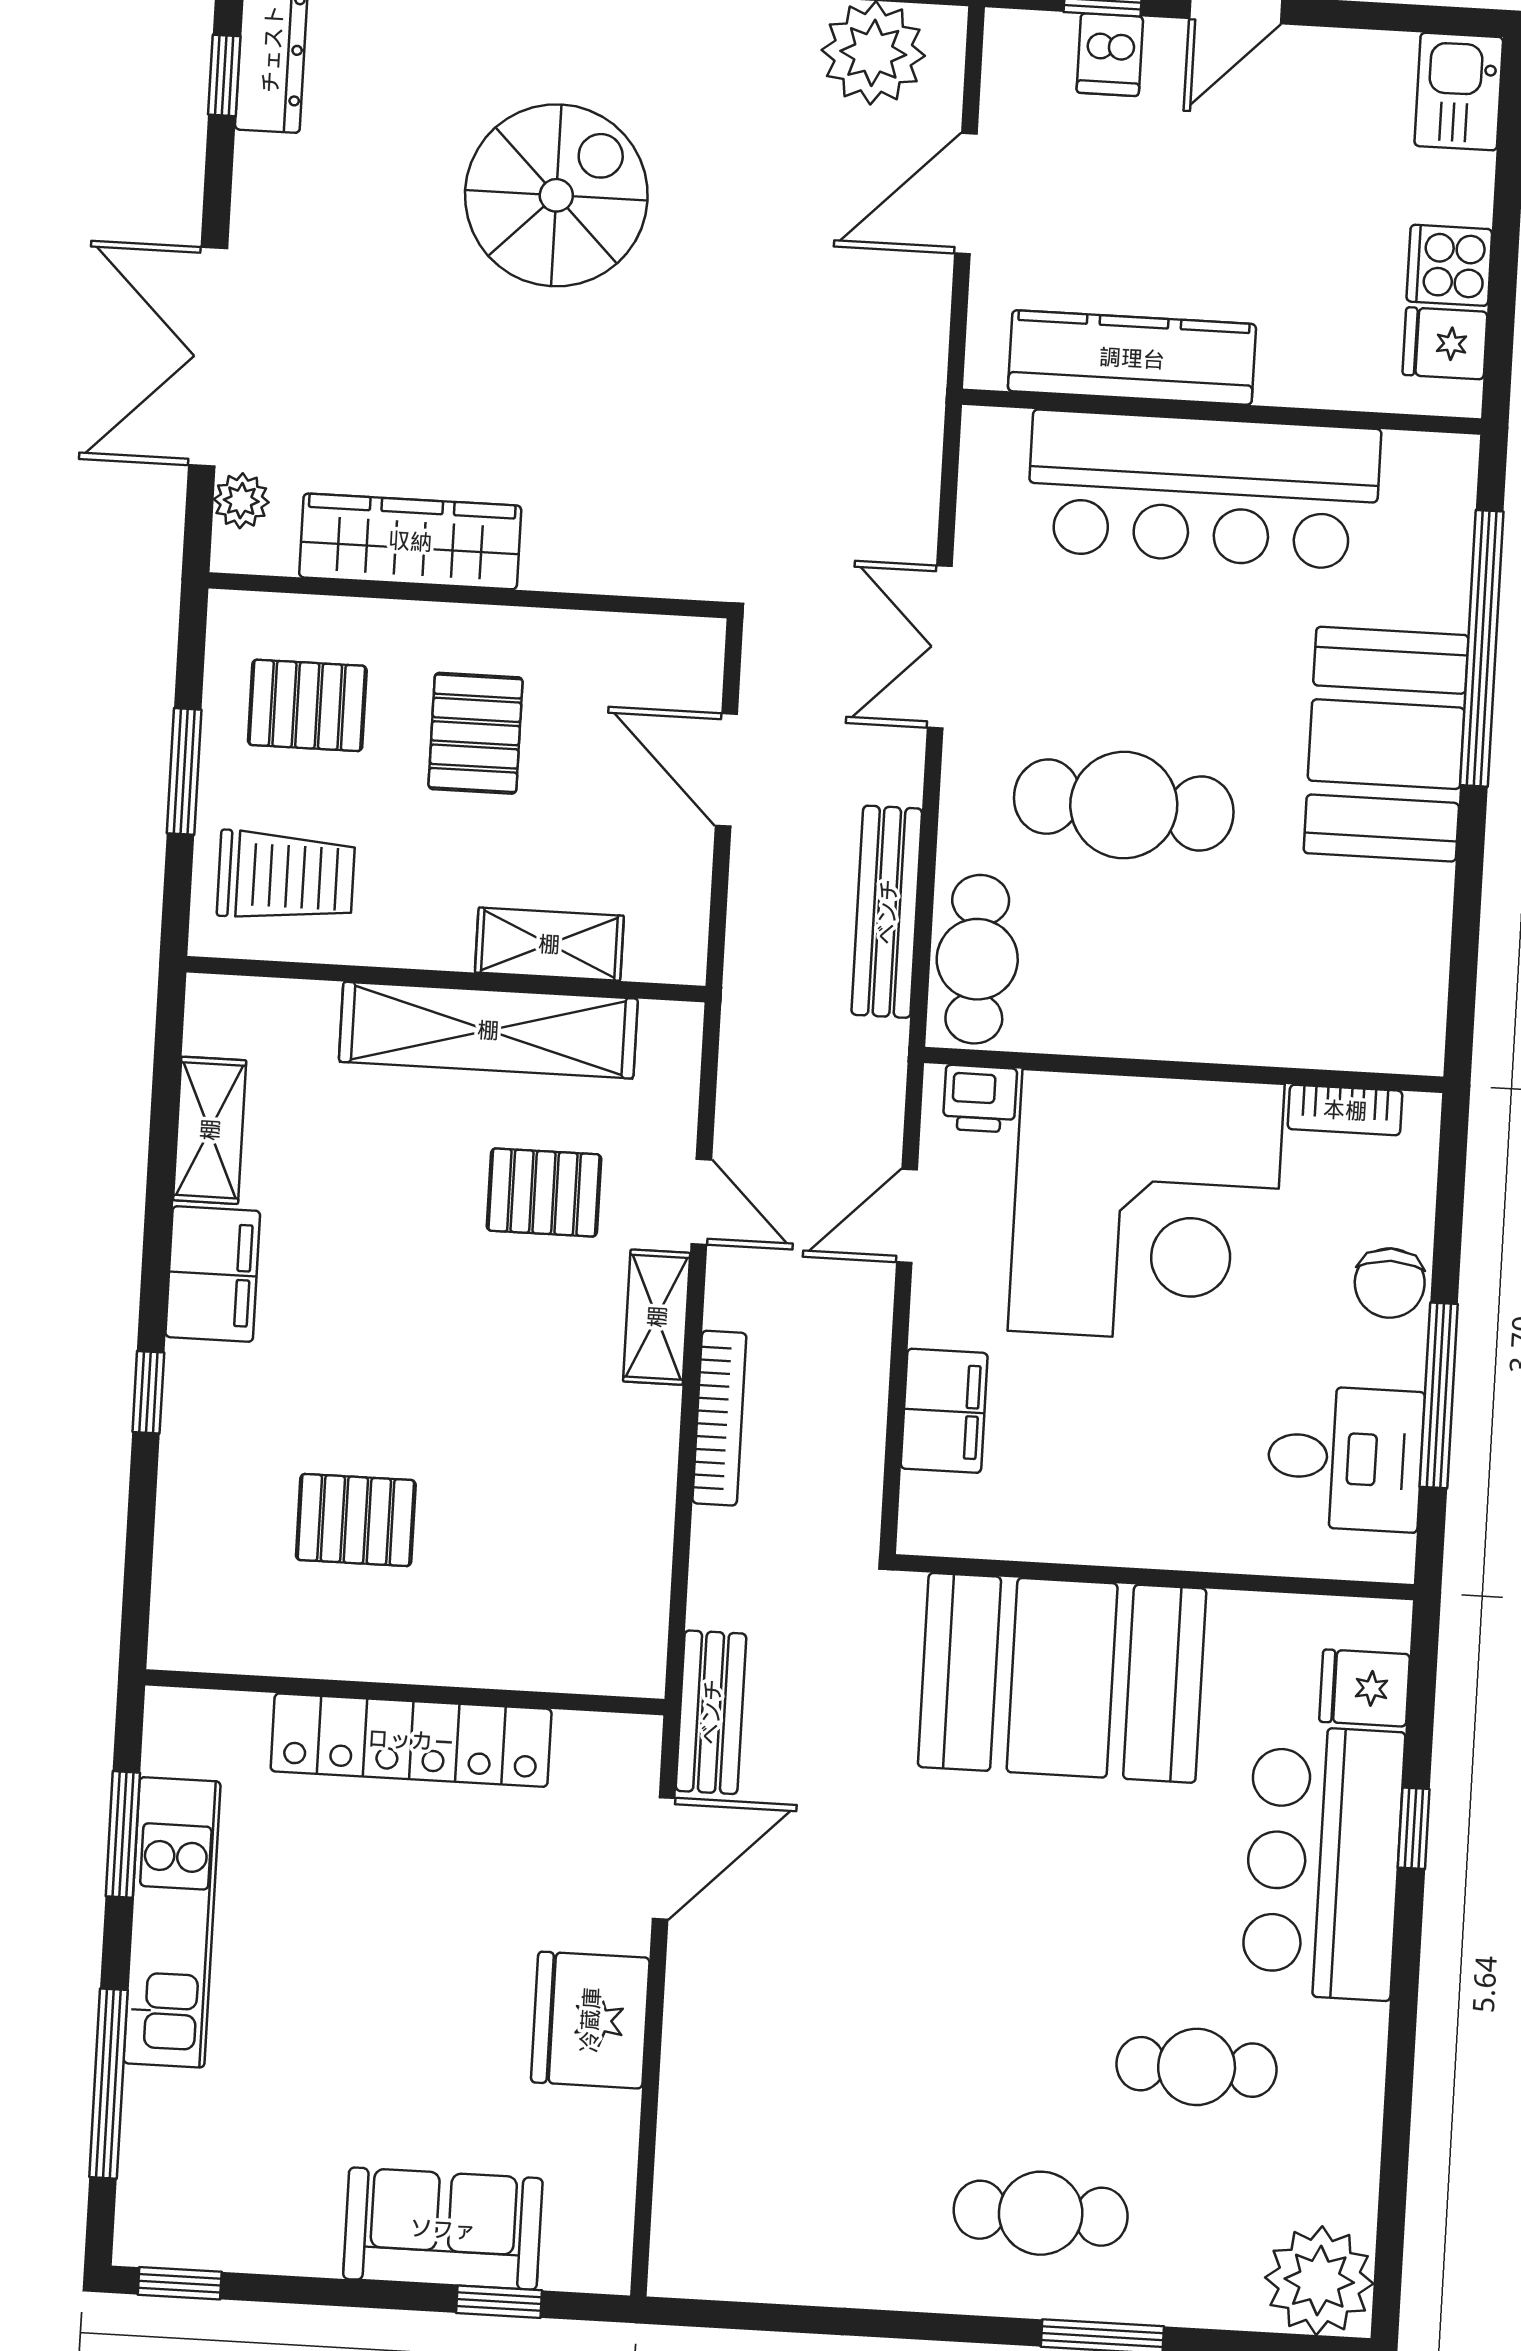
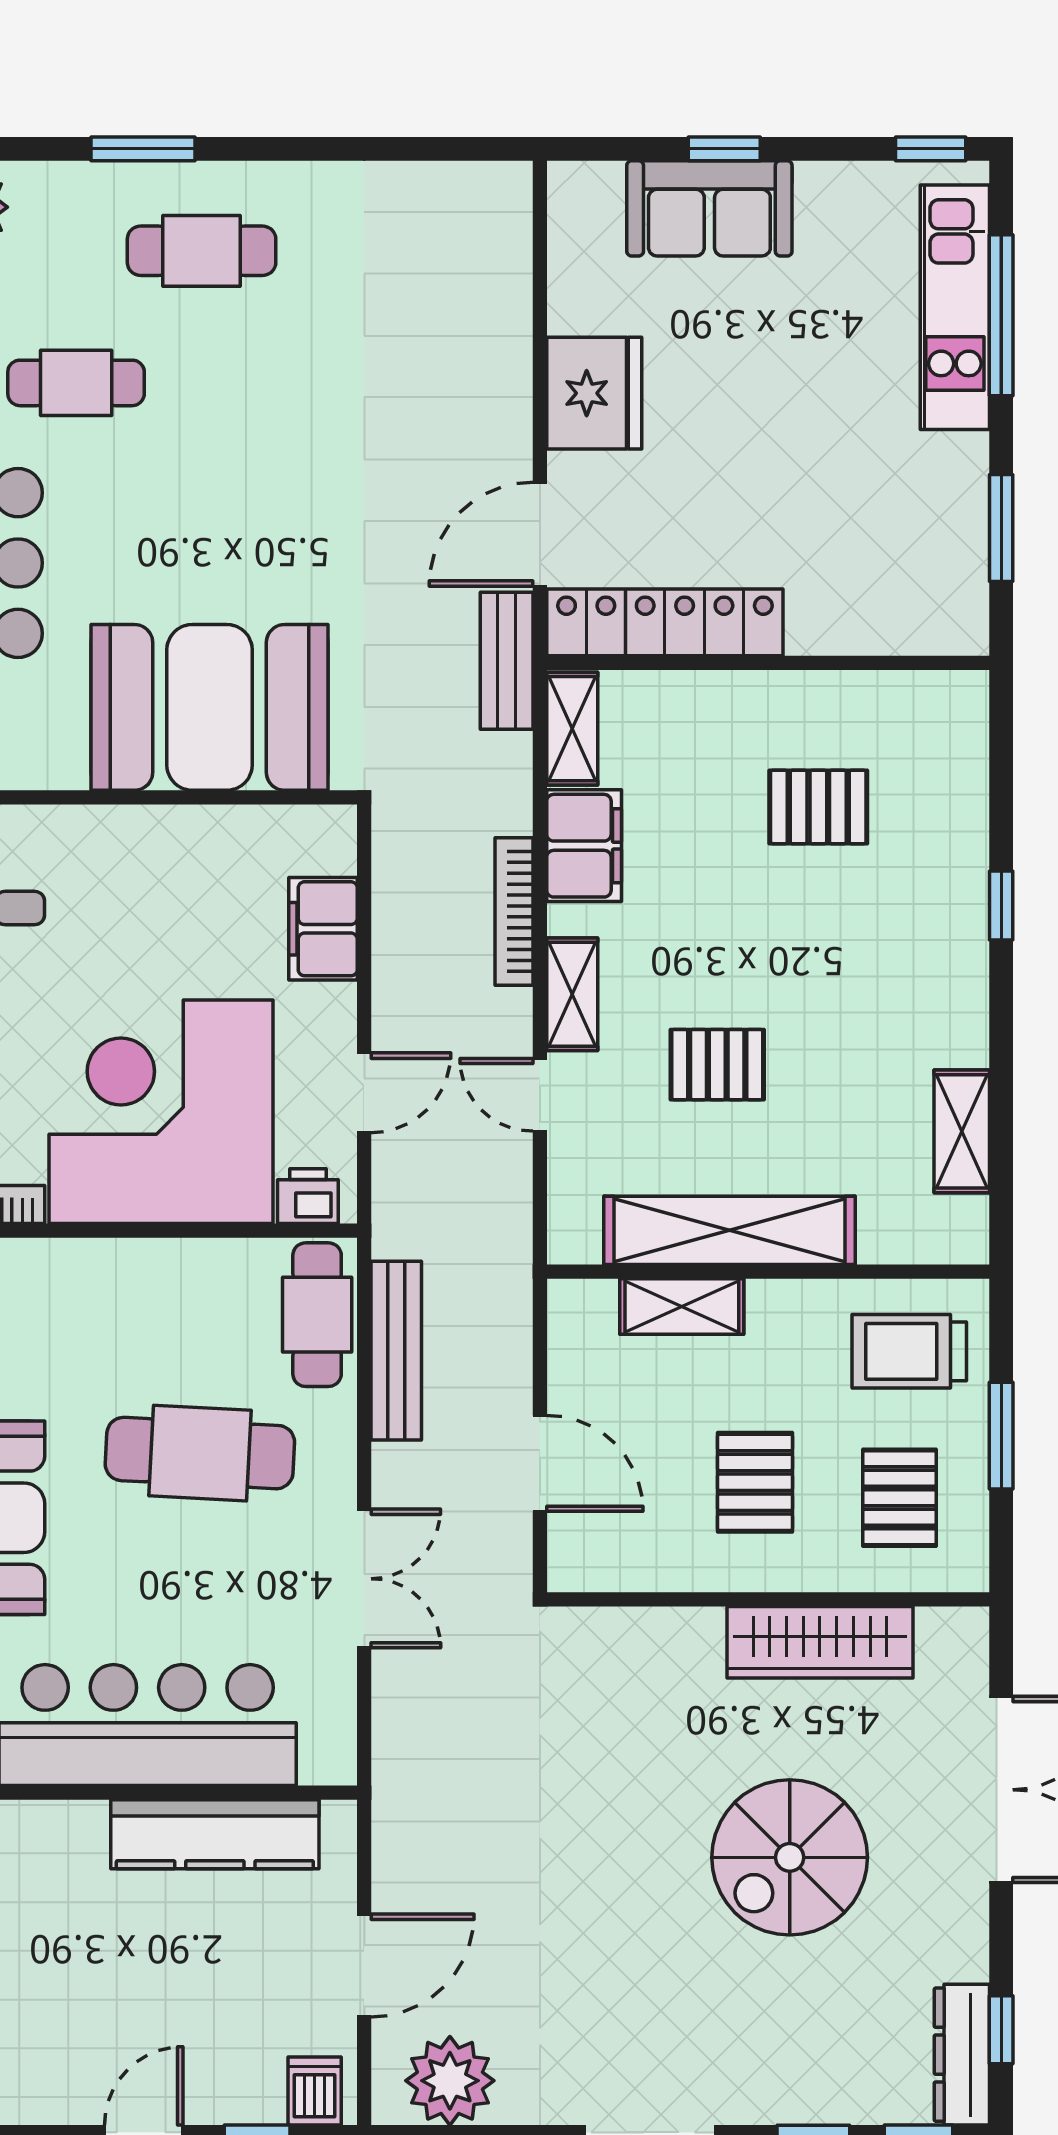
dishwasher: (1110, 55) -> (315, 2091), moved
spiral stairs: (556, 195) -> (790, 1857), moved
plant: (241, 501) -> (966, 1669), removed
pallet: (307, 705) -> (900, 1498), turned 90
pallet: (544, 1192) -> (717, 1065), moved
filing cabinet: (213, 1274) -> (584, 846), moved, turned 180
shelving: (639, 1628) -> (572, 729), added
locker: (411, 1740) -> (665, 622), moved
kitchen unit: (172, 1922) -> (955, 307), moved
window: (499, 2302) -> (724, 149), moved

